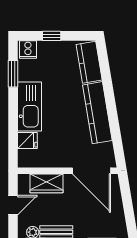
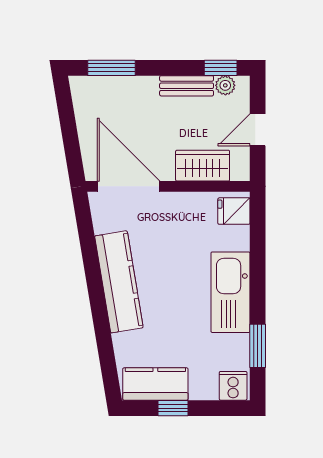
window: (52, 36) -> (173, 408), moved
kitchen counter: (89, 62) -> (155, 384), moved, turned -81
fridge: (27, 140) -> (234, 211), moved

